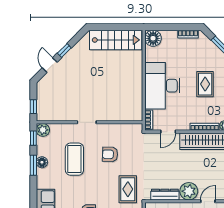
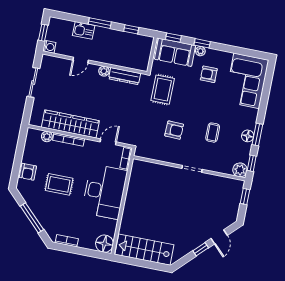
rug: (205, 84) -> (59, 184), turned 90
coffee table: (74, 159) -> (213, 133), width x0.54, depth x0.58
plant: (189, 191) -> (104, 71), width x0.53, depth x0.53

